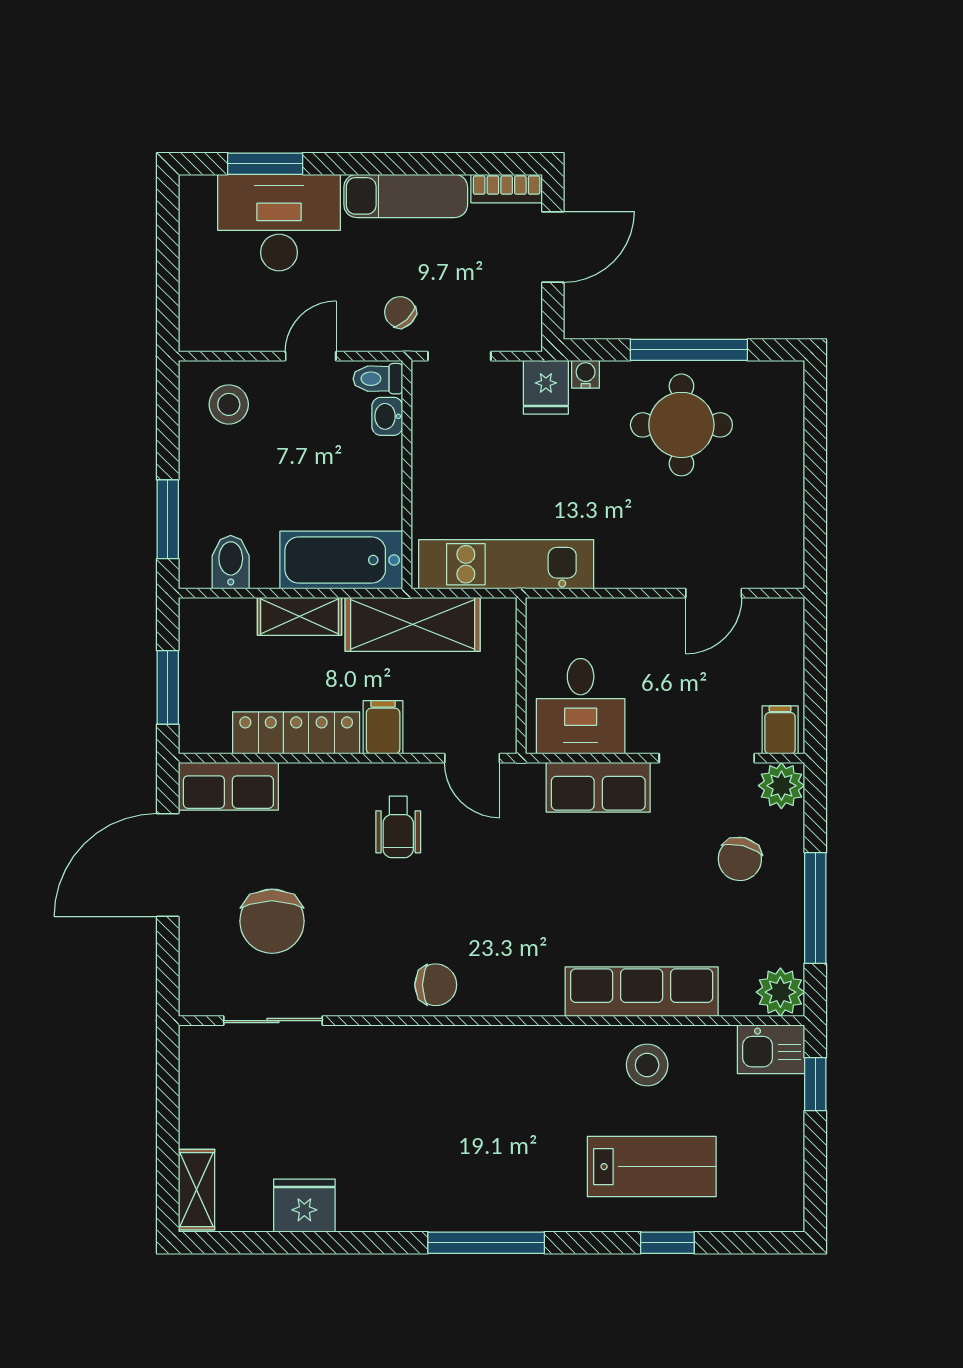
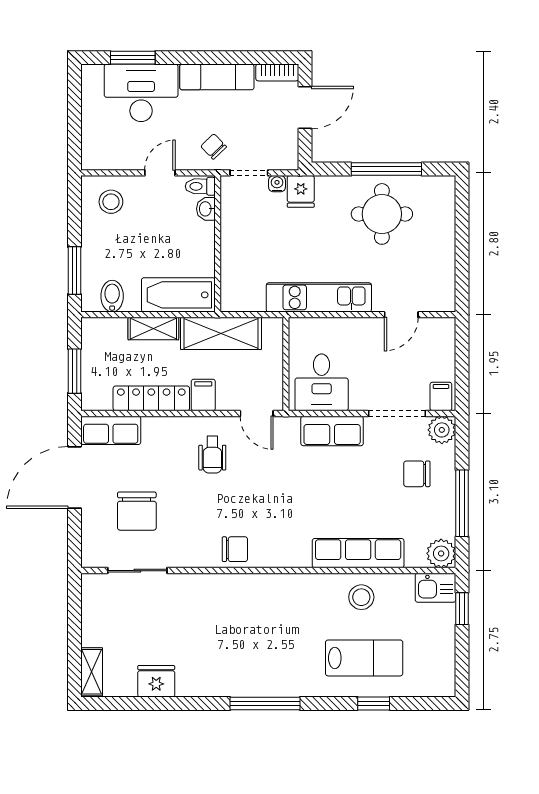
water cooler: (586, 374) -> (277, 184), moved
kitchen unit: (506, 564) -> (319, 297), moved
chair: (740, 859) -> (417, 474), turned 76

